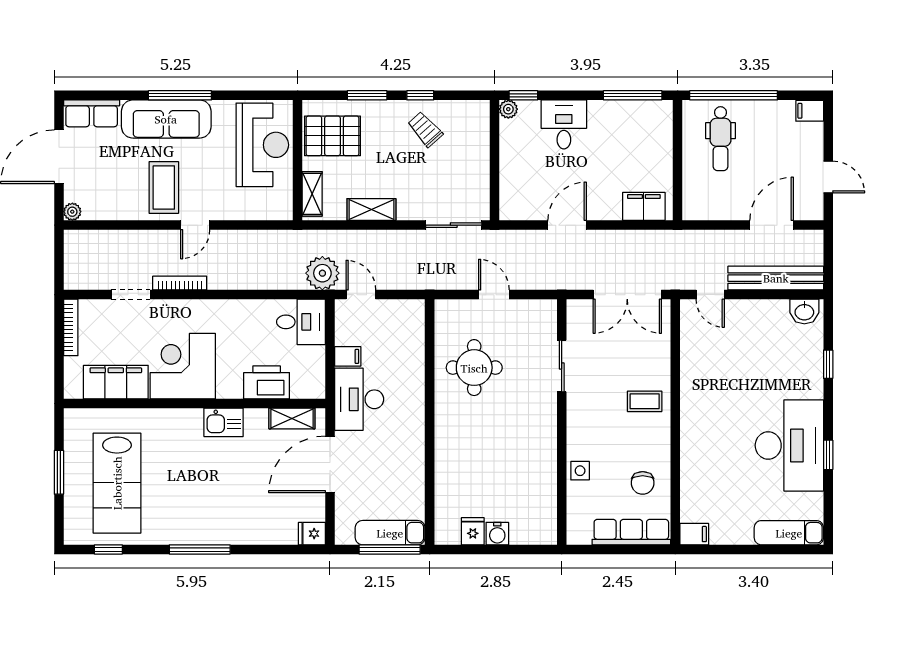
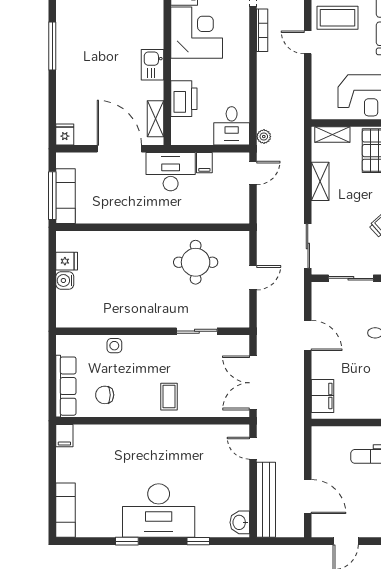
sliding door: (495, 170) -> (351, 278), added
plant: (322, 273) -> (264, 137), width x0.53, depth x0.53
door: (710, 295) -> (253, 448), hinge flipped
desk: (789, 445) -> (159, 511), moved

